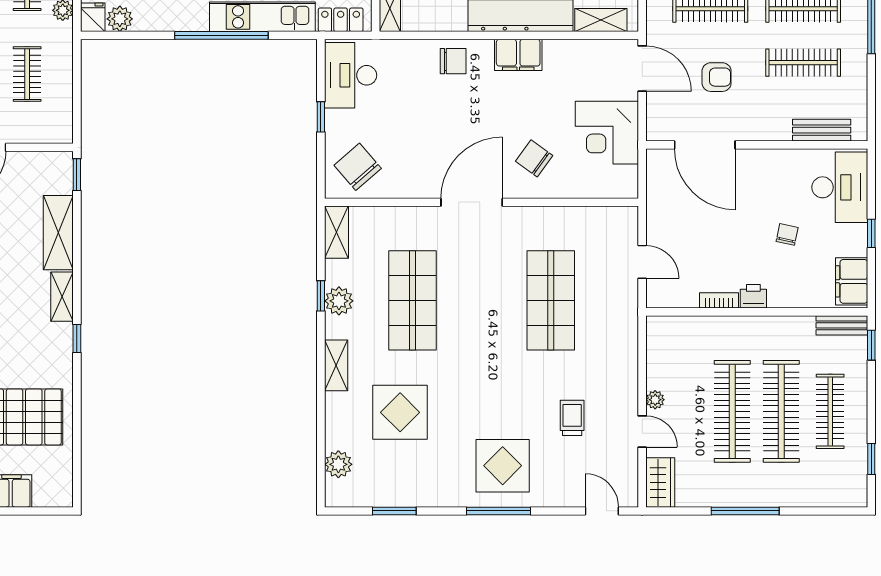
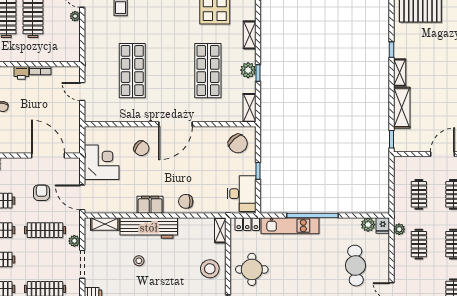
armchair: (717, 77) -> (42, 193), turned 90

